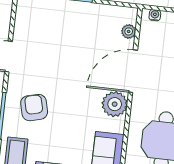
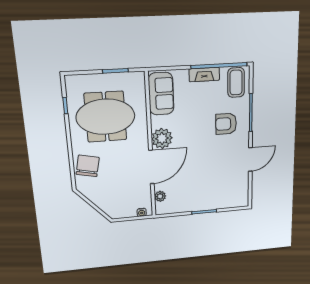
armchair: (34, 108) -> (226, 124), turned 104

